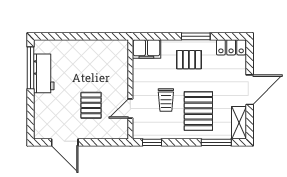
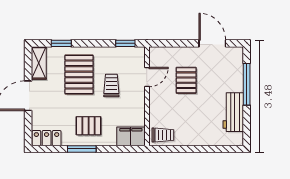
trolley: (114, 50) -> (163, 135), added
window: (31, 68) -> (247, 84), moved
window: (216, 142) -> (61, 43), width x0.67

